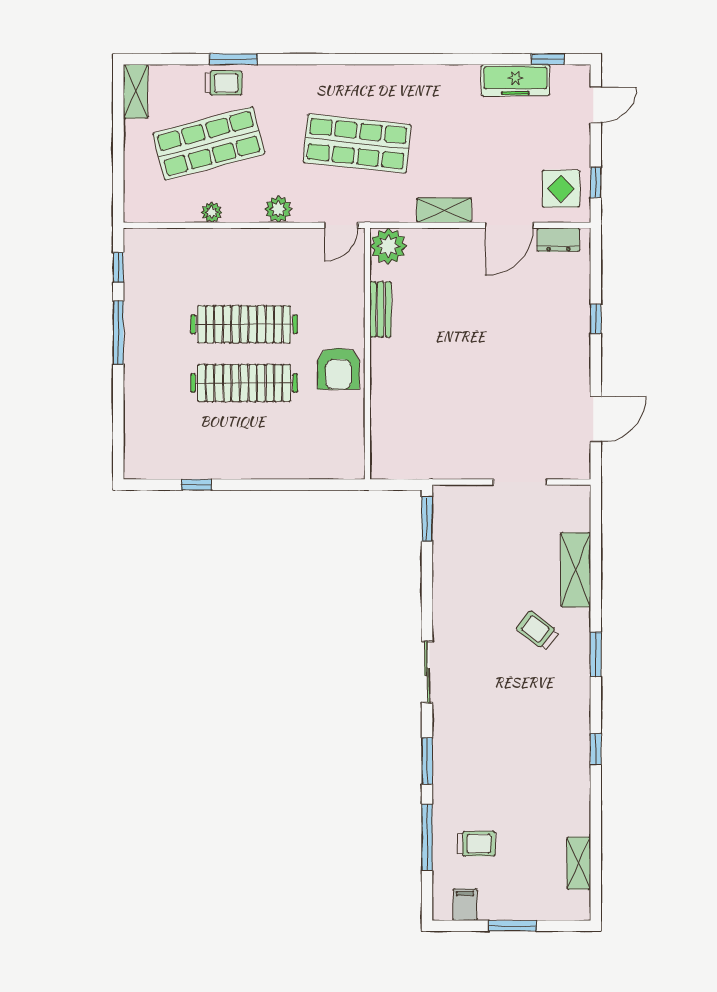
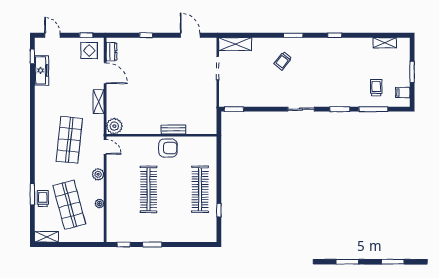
bench: (381, 309) -> (174, 130), moved
window: (118, 333) -> (152, 244), width x0.69
clothes rail: (244, 383) -> (200, 189), moved
shelving: (576, 570) -> (235, 44), moved

